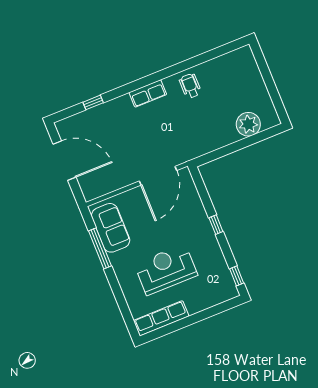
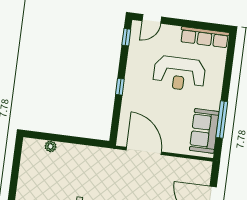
plant: (248, 124) -> (51, 146), width x0.53, depth x0.53
door: (158, 176) -> (144, 151), hinge flipped
door: (222, 307) -> (152, 19), added

